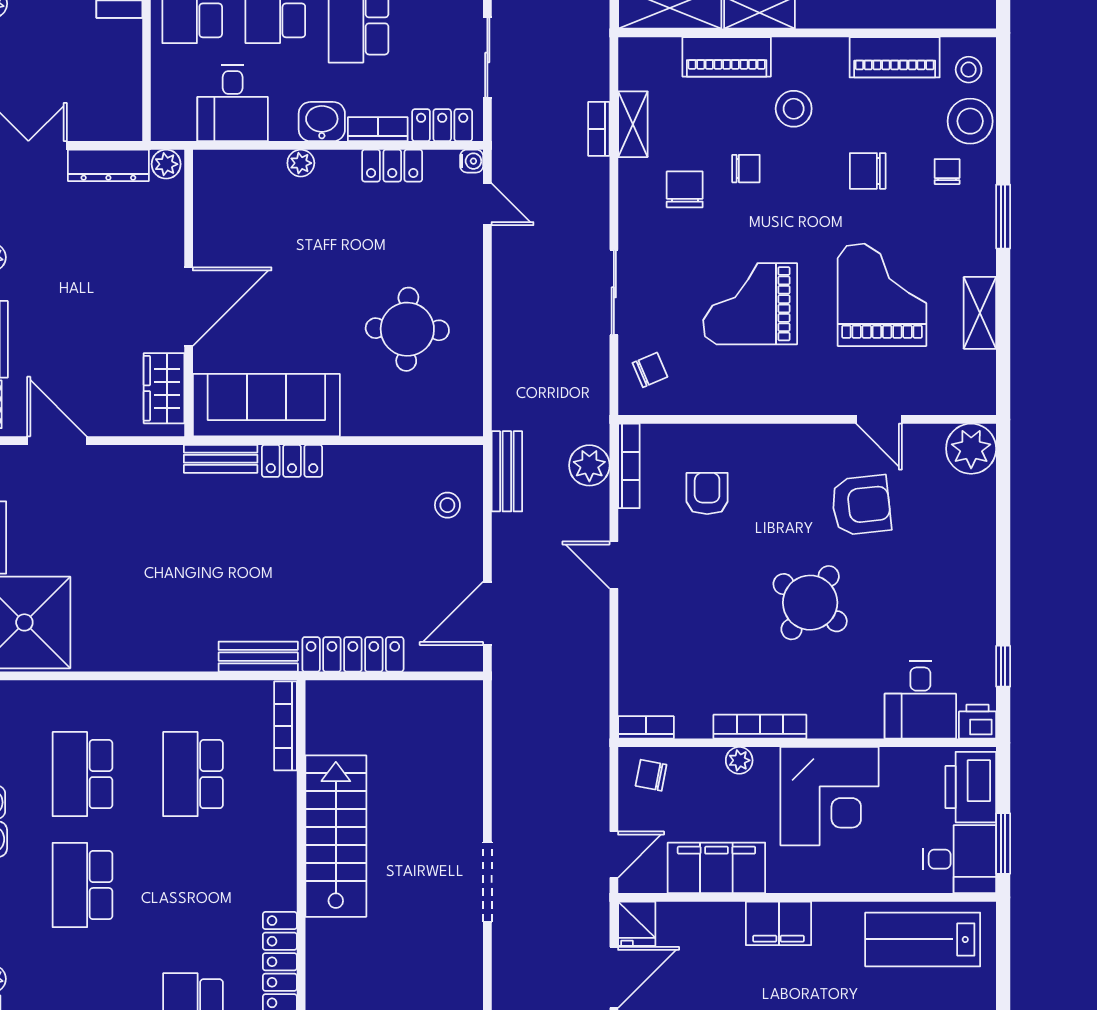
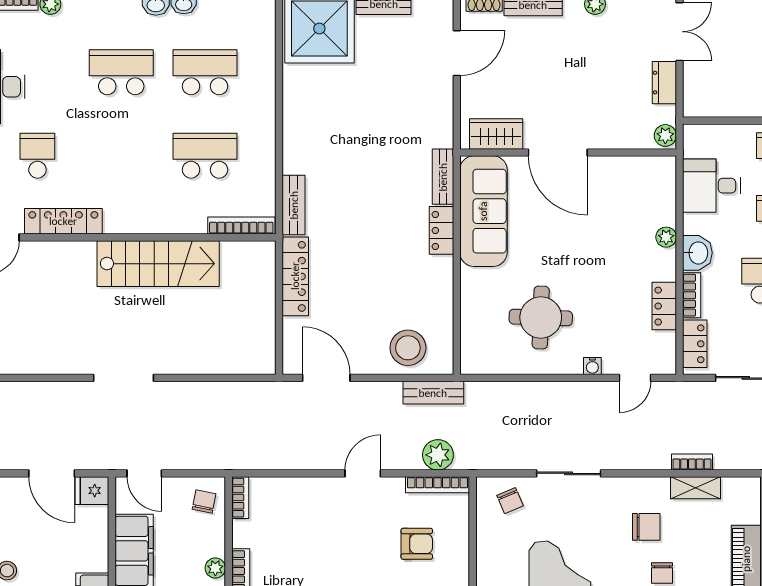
water cooler: (472, 161) -> (592, 366), moved
dresser: (108, 165) -> (664, 83), width x0.70
stool: (447, 505) -> (408, 348), width x1.89, depth x1.89

